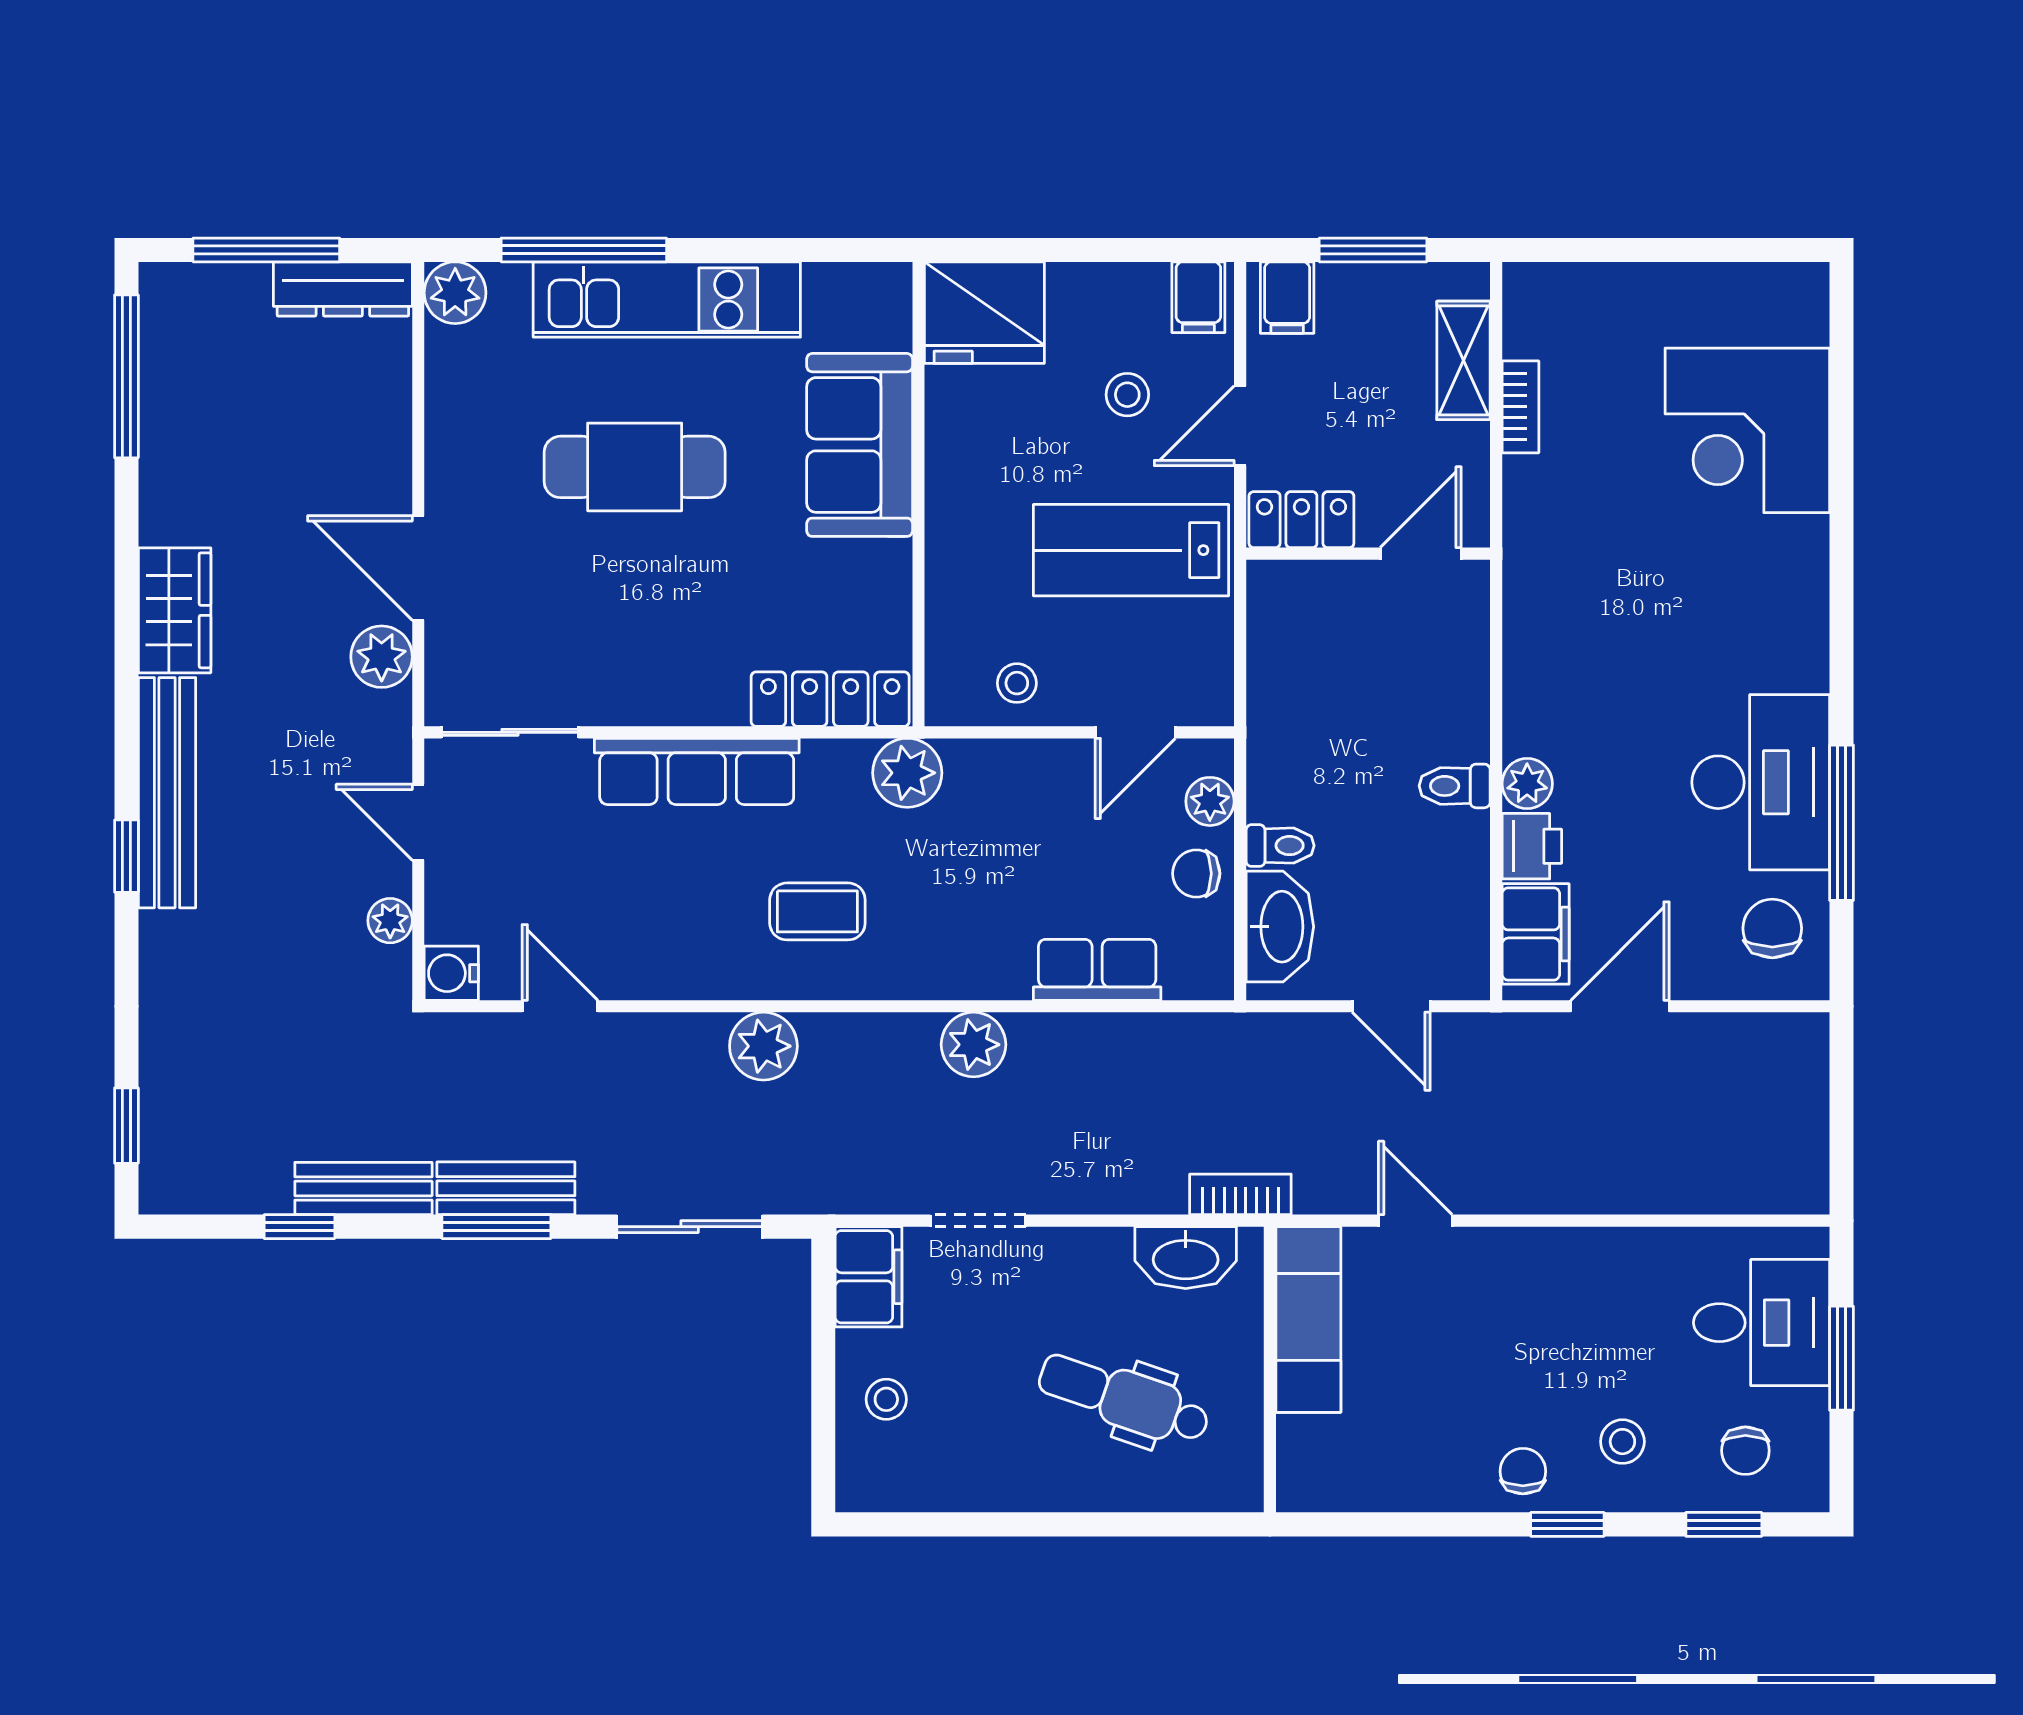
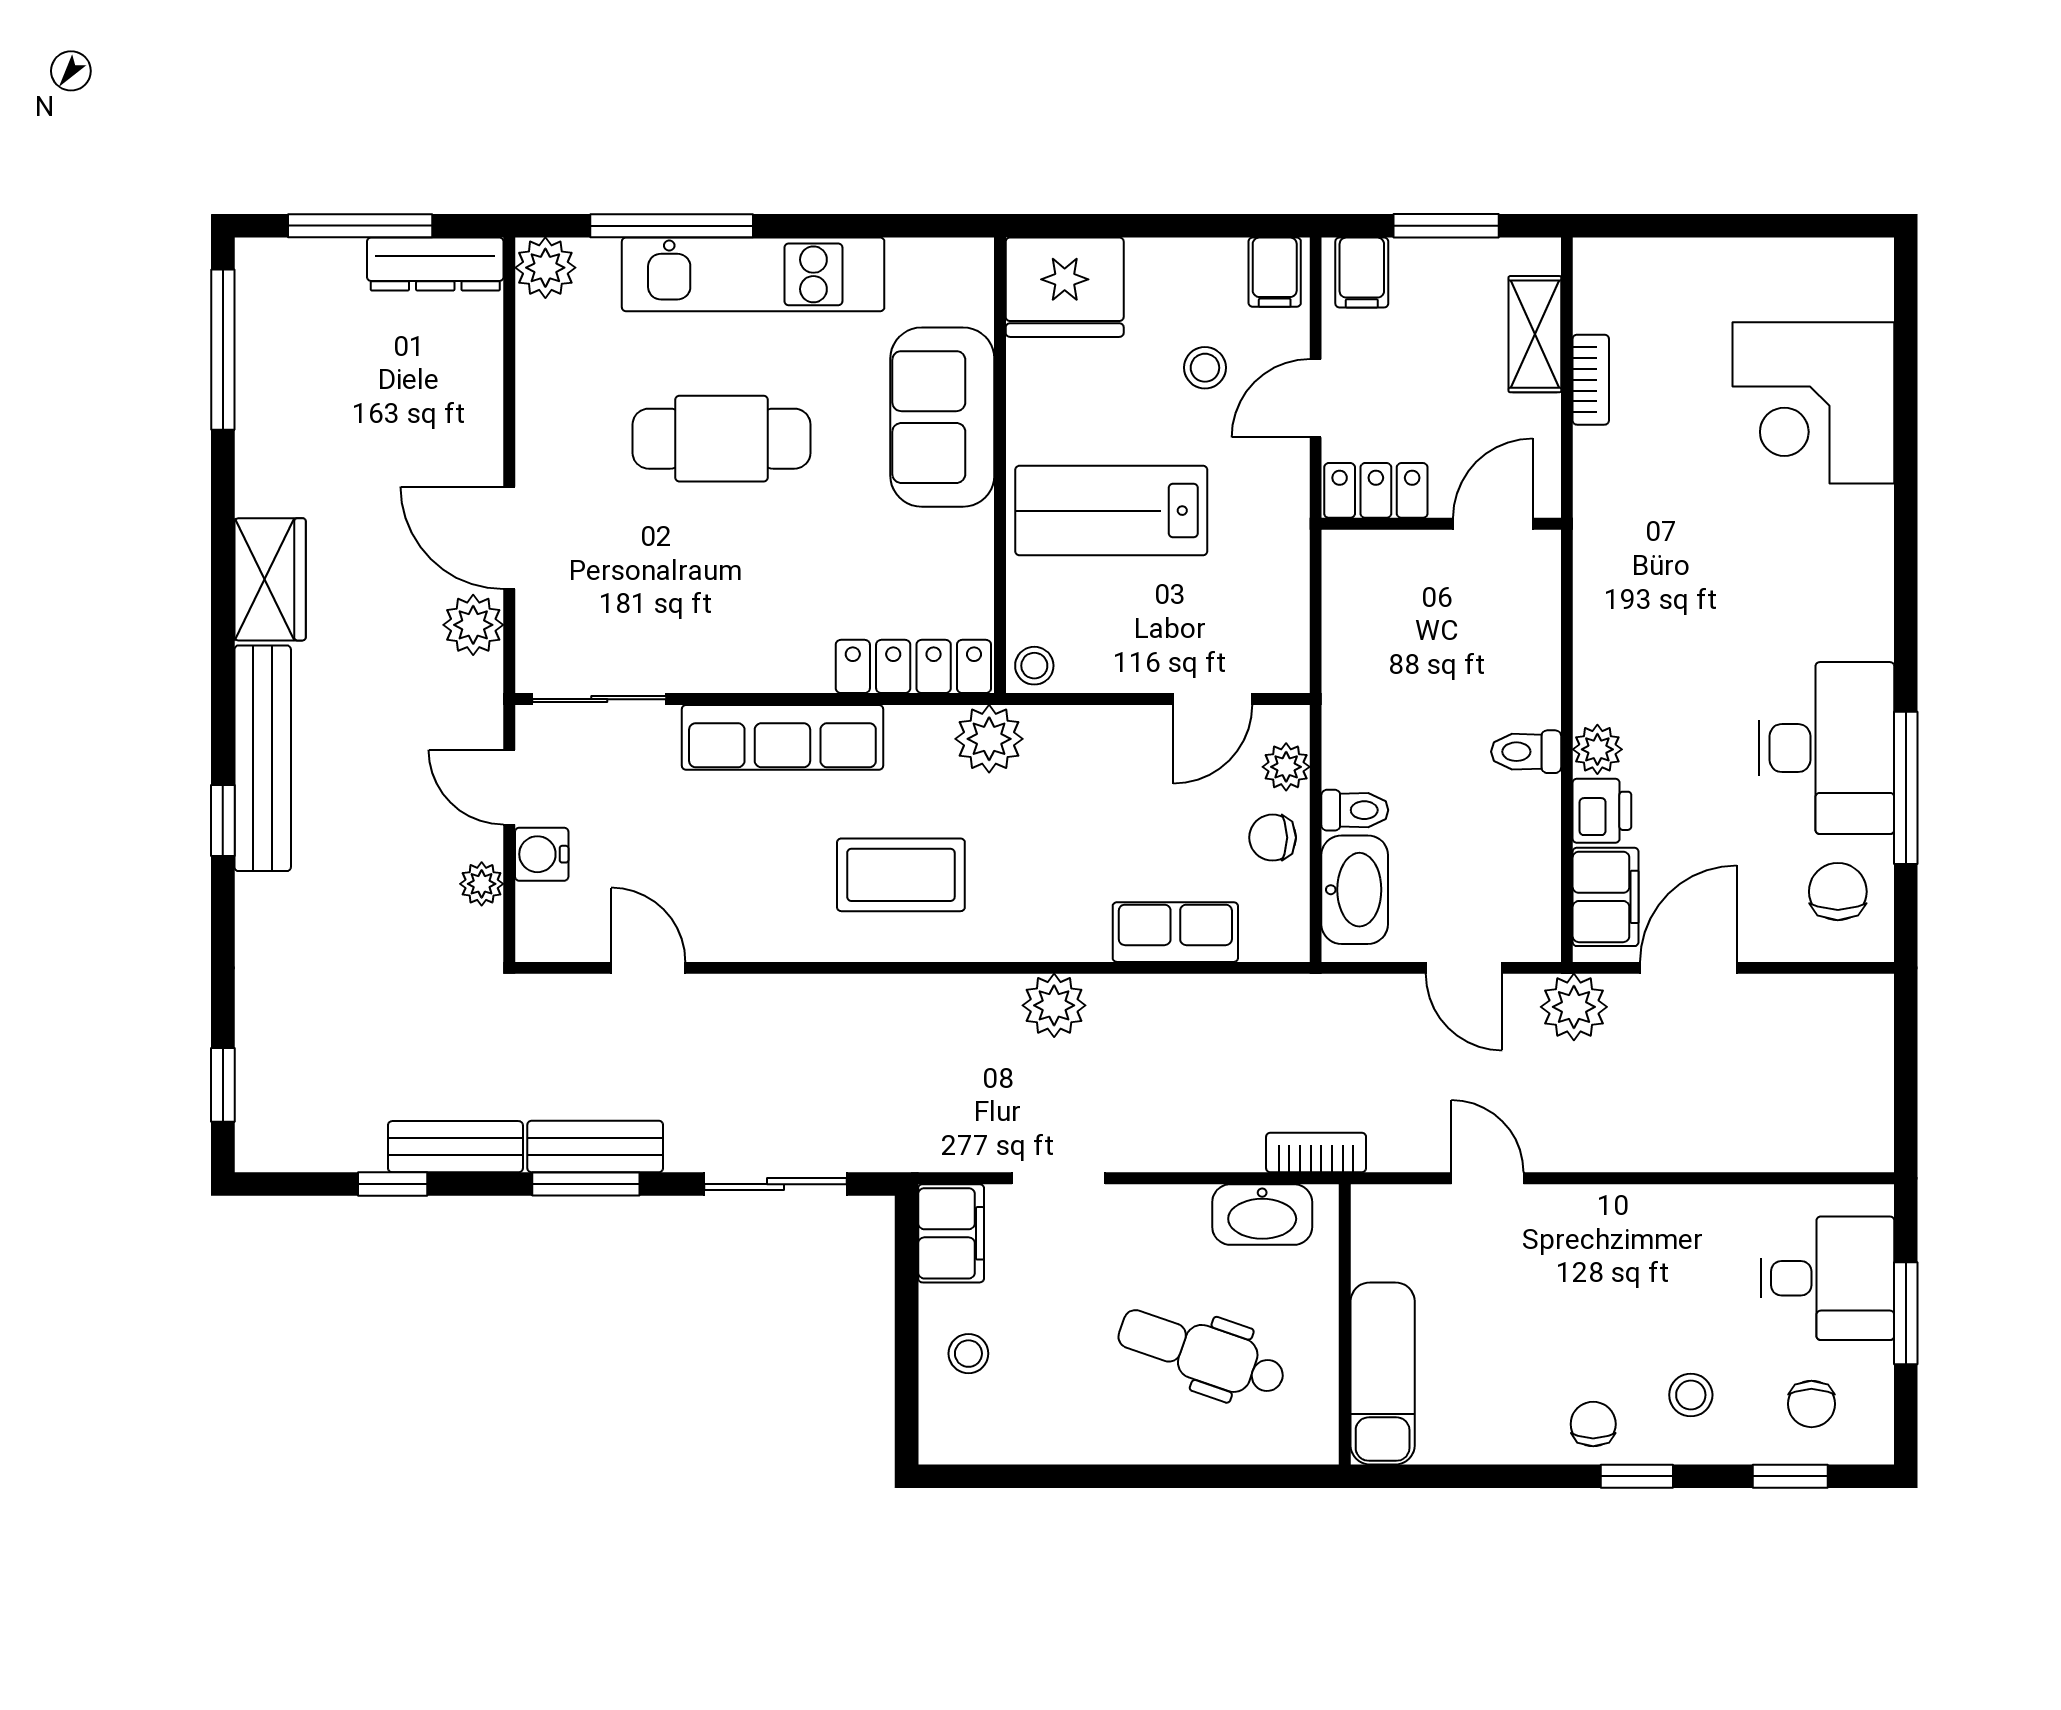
lab bench: (1131, 550) -> (1111, 511), moved
stool: (1017, 683) -> (1034, 666), moved
coffee table: (817, 911) -> (901, 875), width x1.36, depth x1.30
water cooler: (451, 973) -> (542, 854), moved
plant: (763, 1046) -> (1574, 1007), moved
exam couch: (1308, 1319) -> (1383, 1373), moved

